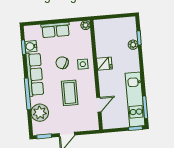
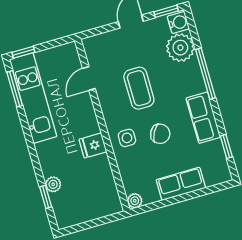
water cooler: (31, 46) -> (178, 22), moved
row of seats: (35, 74) -> (203, 118), width x0.68

